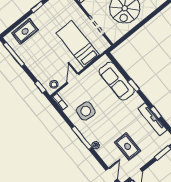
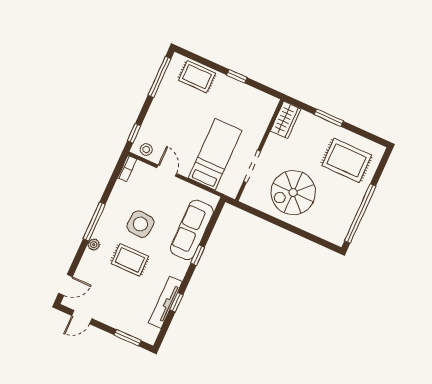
door: (73, 78) -> (167, 171), hinge flipped
side table: (86, 111) -> (140, 224), moved
rug: (128, 146) -> (130, 260), moved, turned 90

